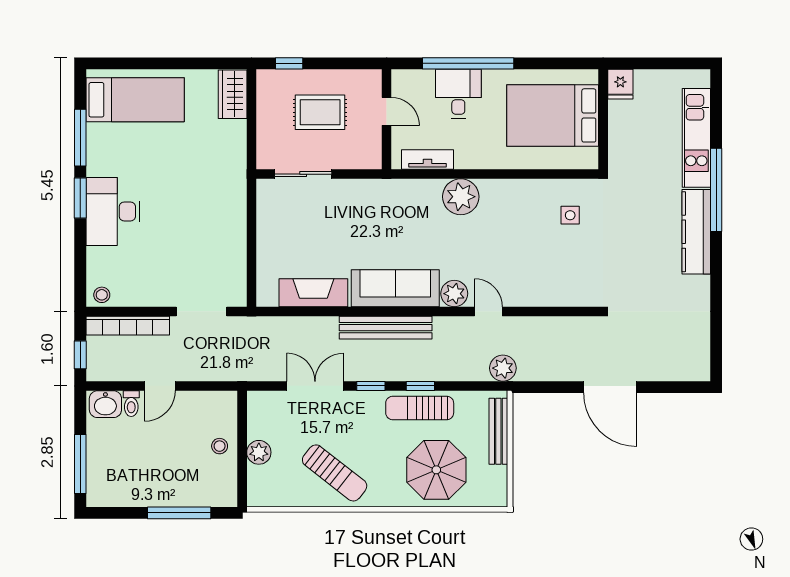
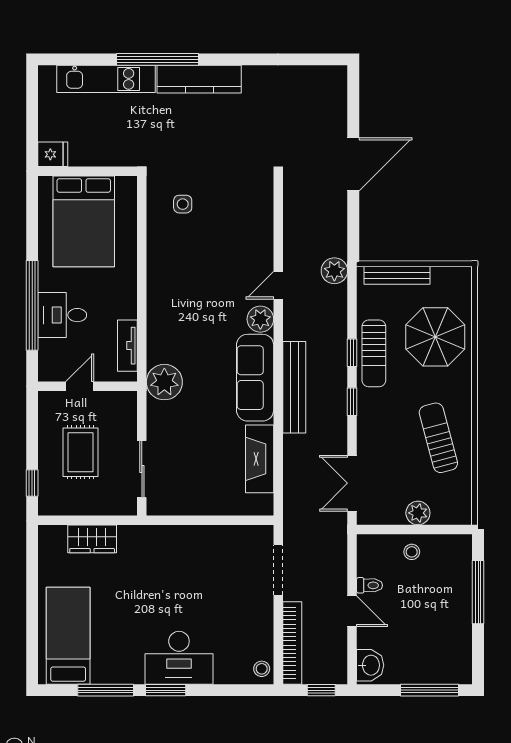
wardrobe: (233, 94) -> (92, 539), moved
plant: (461, 197) -> (164, 382), moved
double door: (315, 386) -> (352, 483), moved
toilet: (131, 404) -> (370, 585), moved
sun lounger: (335, 473) -> (438, 438), turned -53

